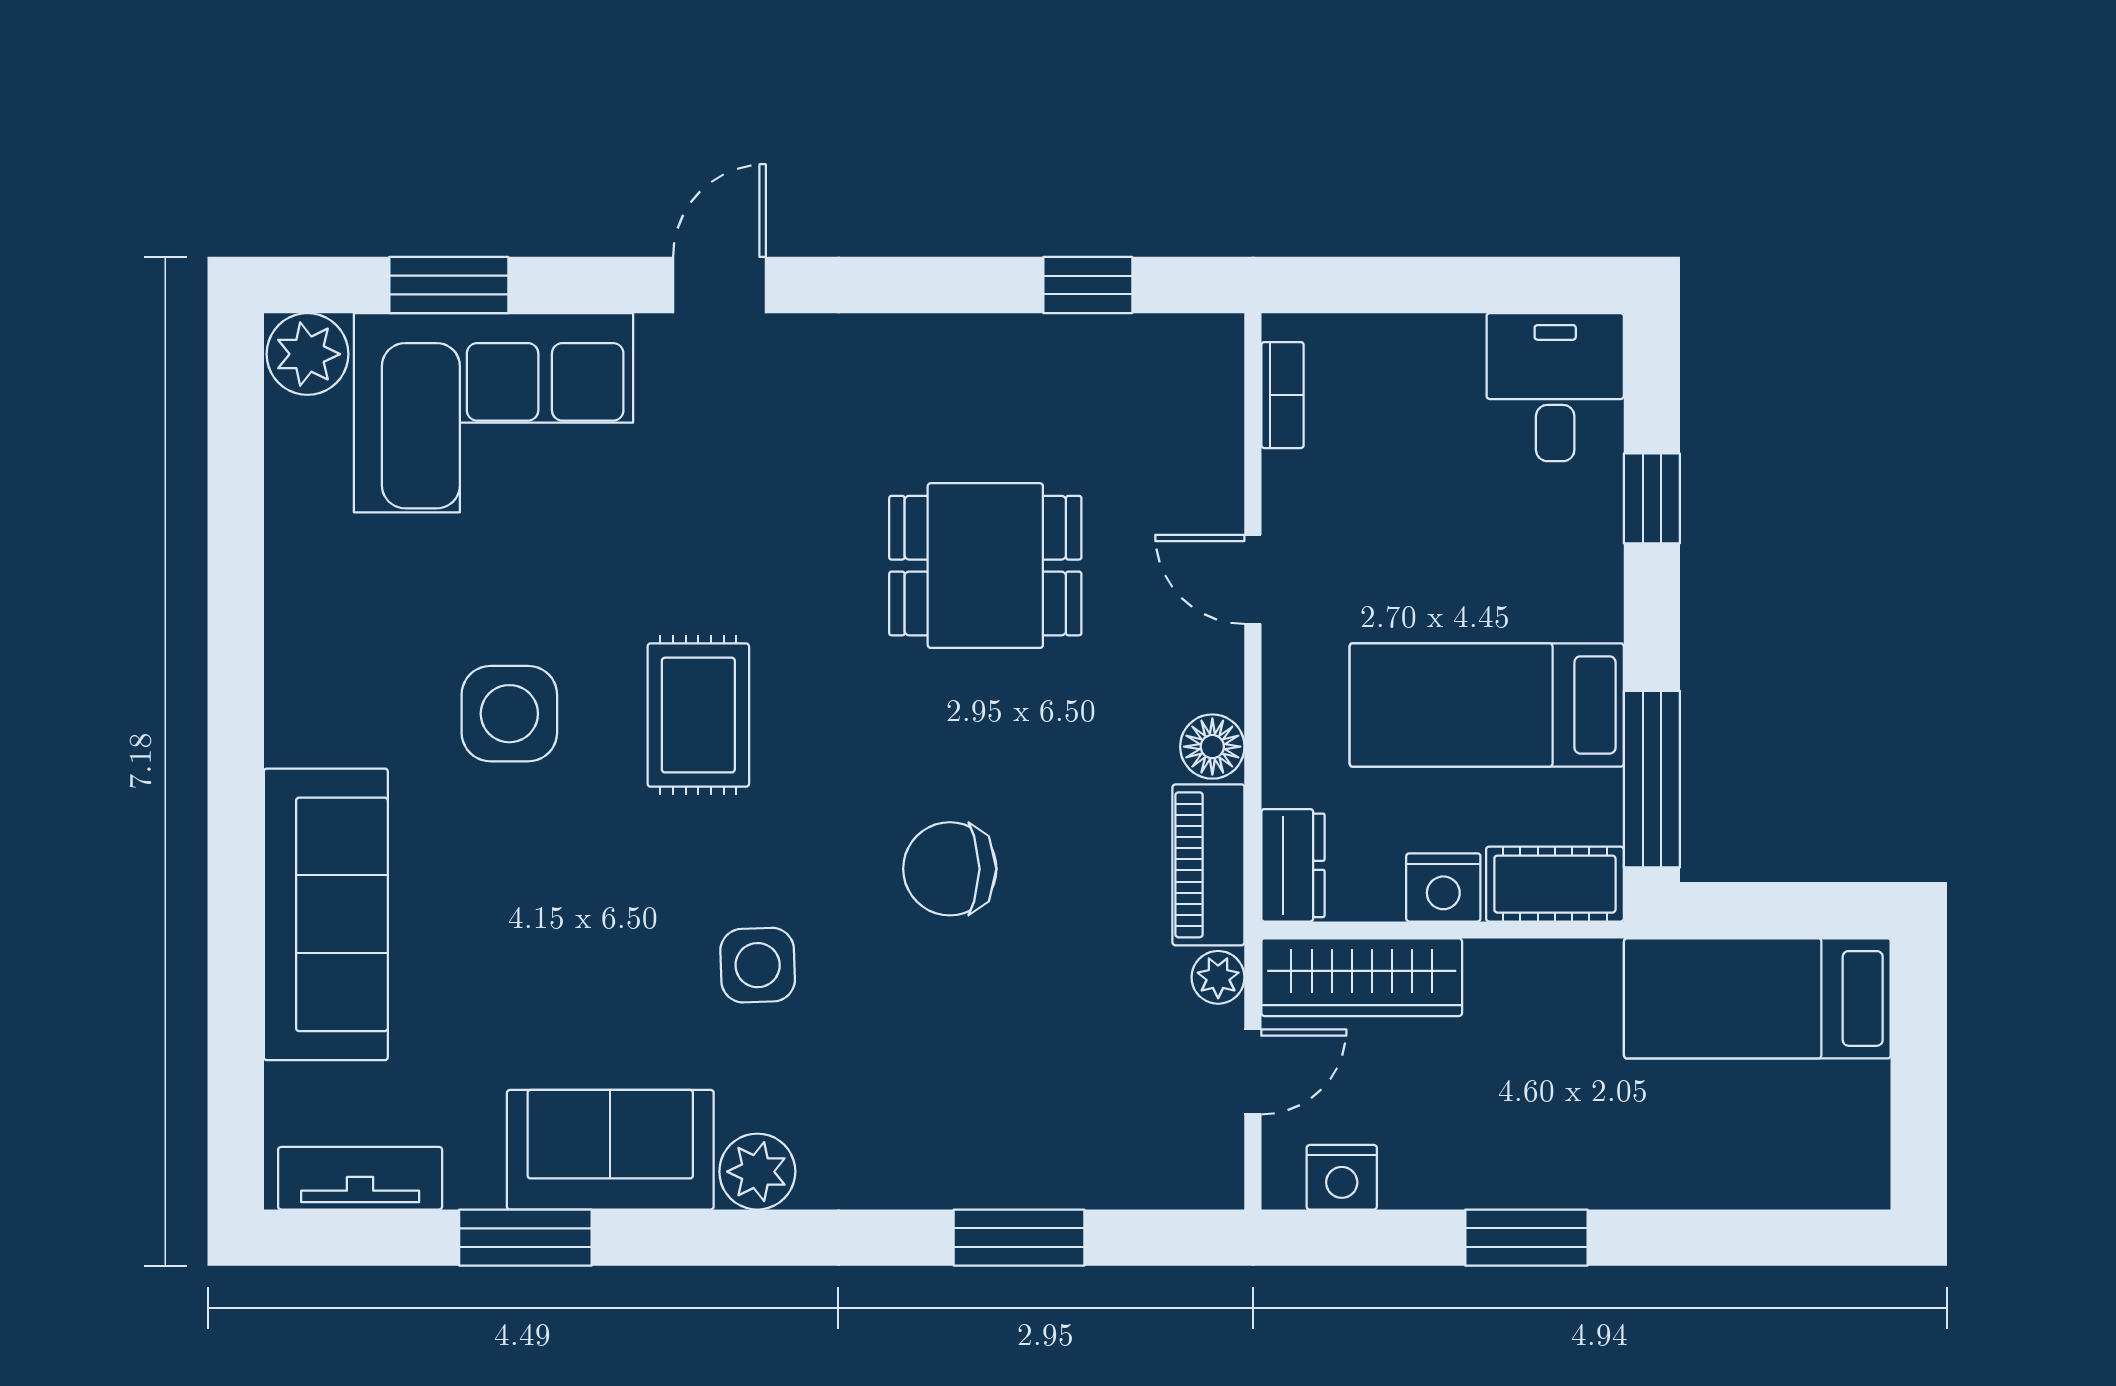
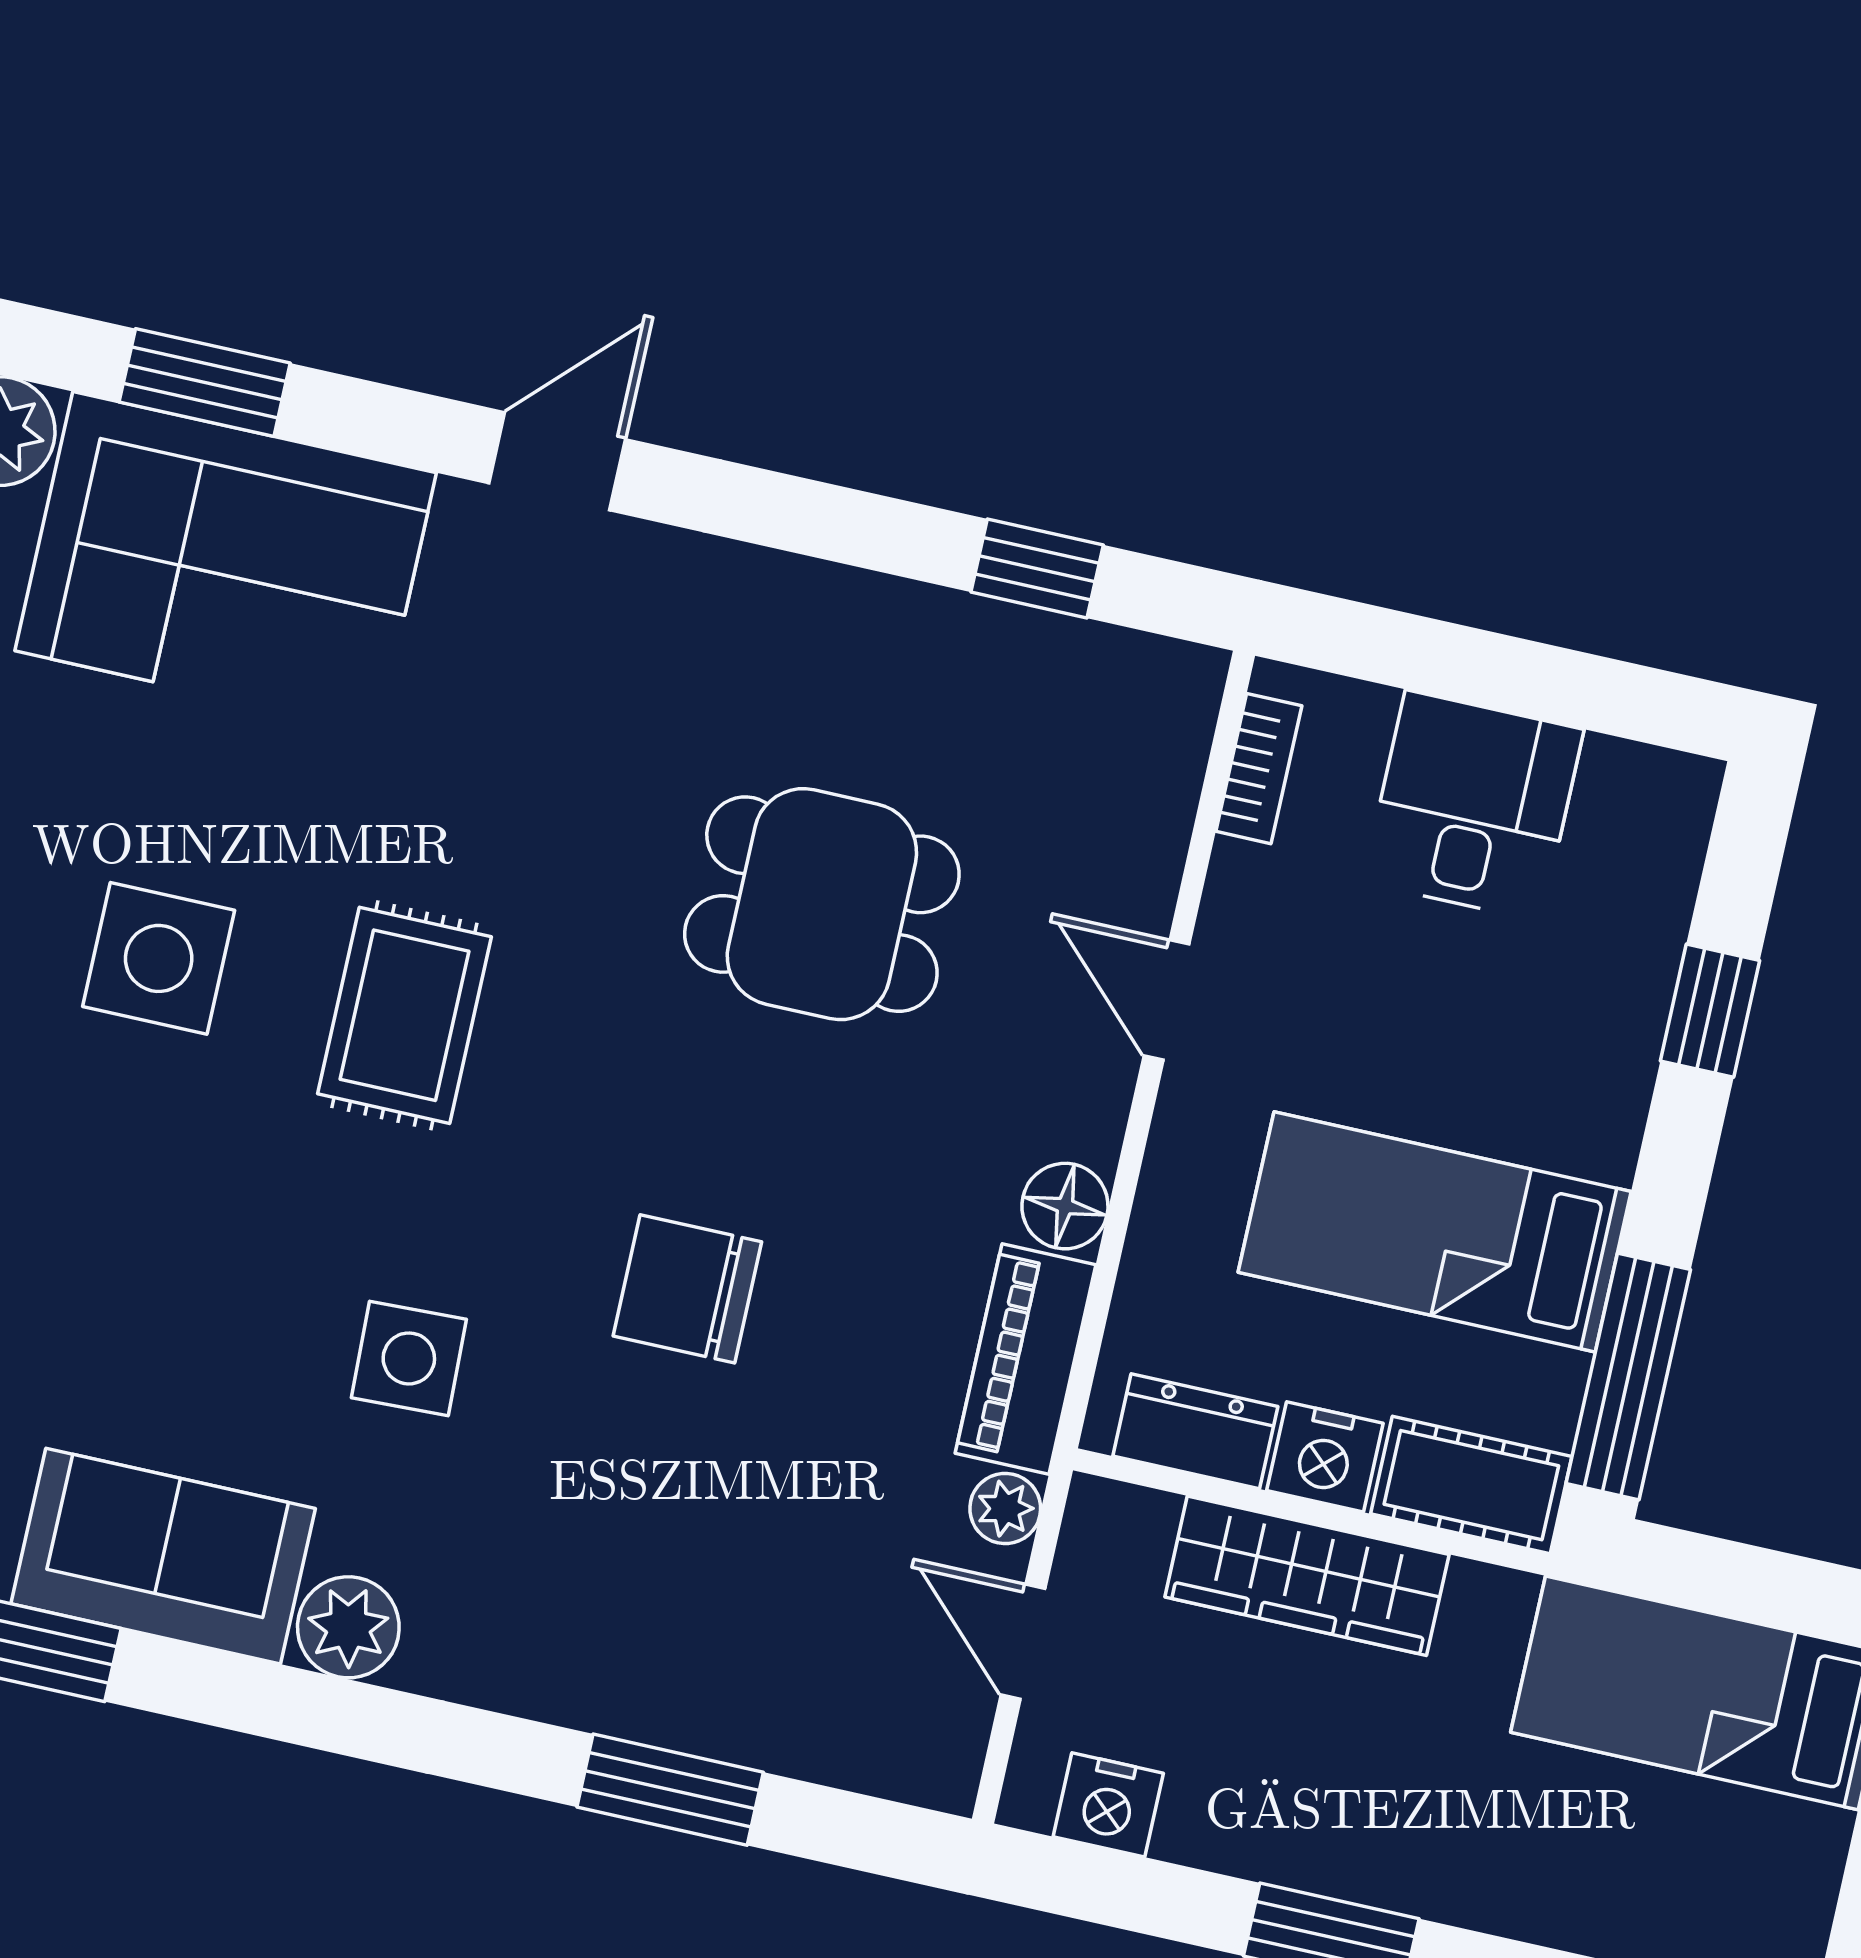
desk: (1555, 387) -> (1473, 806), moved
dresser: (1293, 865) -> (1195, 1431), moved, turned -90
wardrobe: (1362, 977) -> (1307, 1576), moved
door: (1253, 1072) -> (1023, 1642), swing flipped

